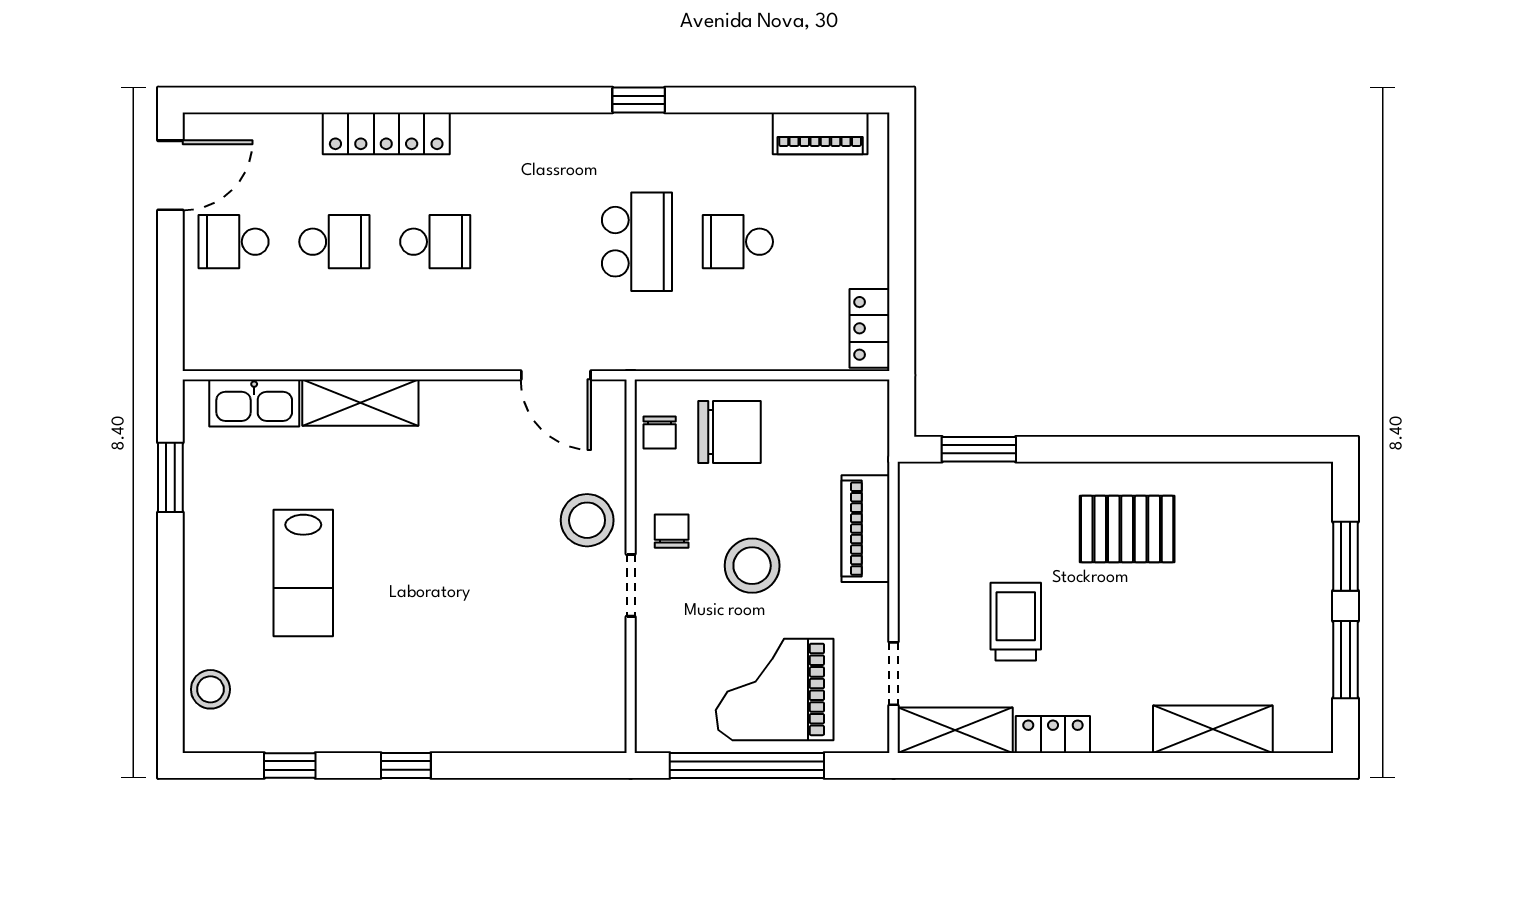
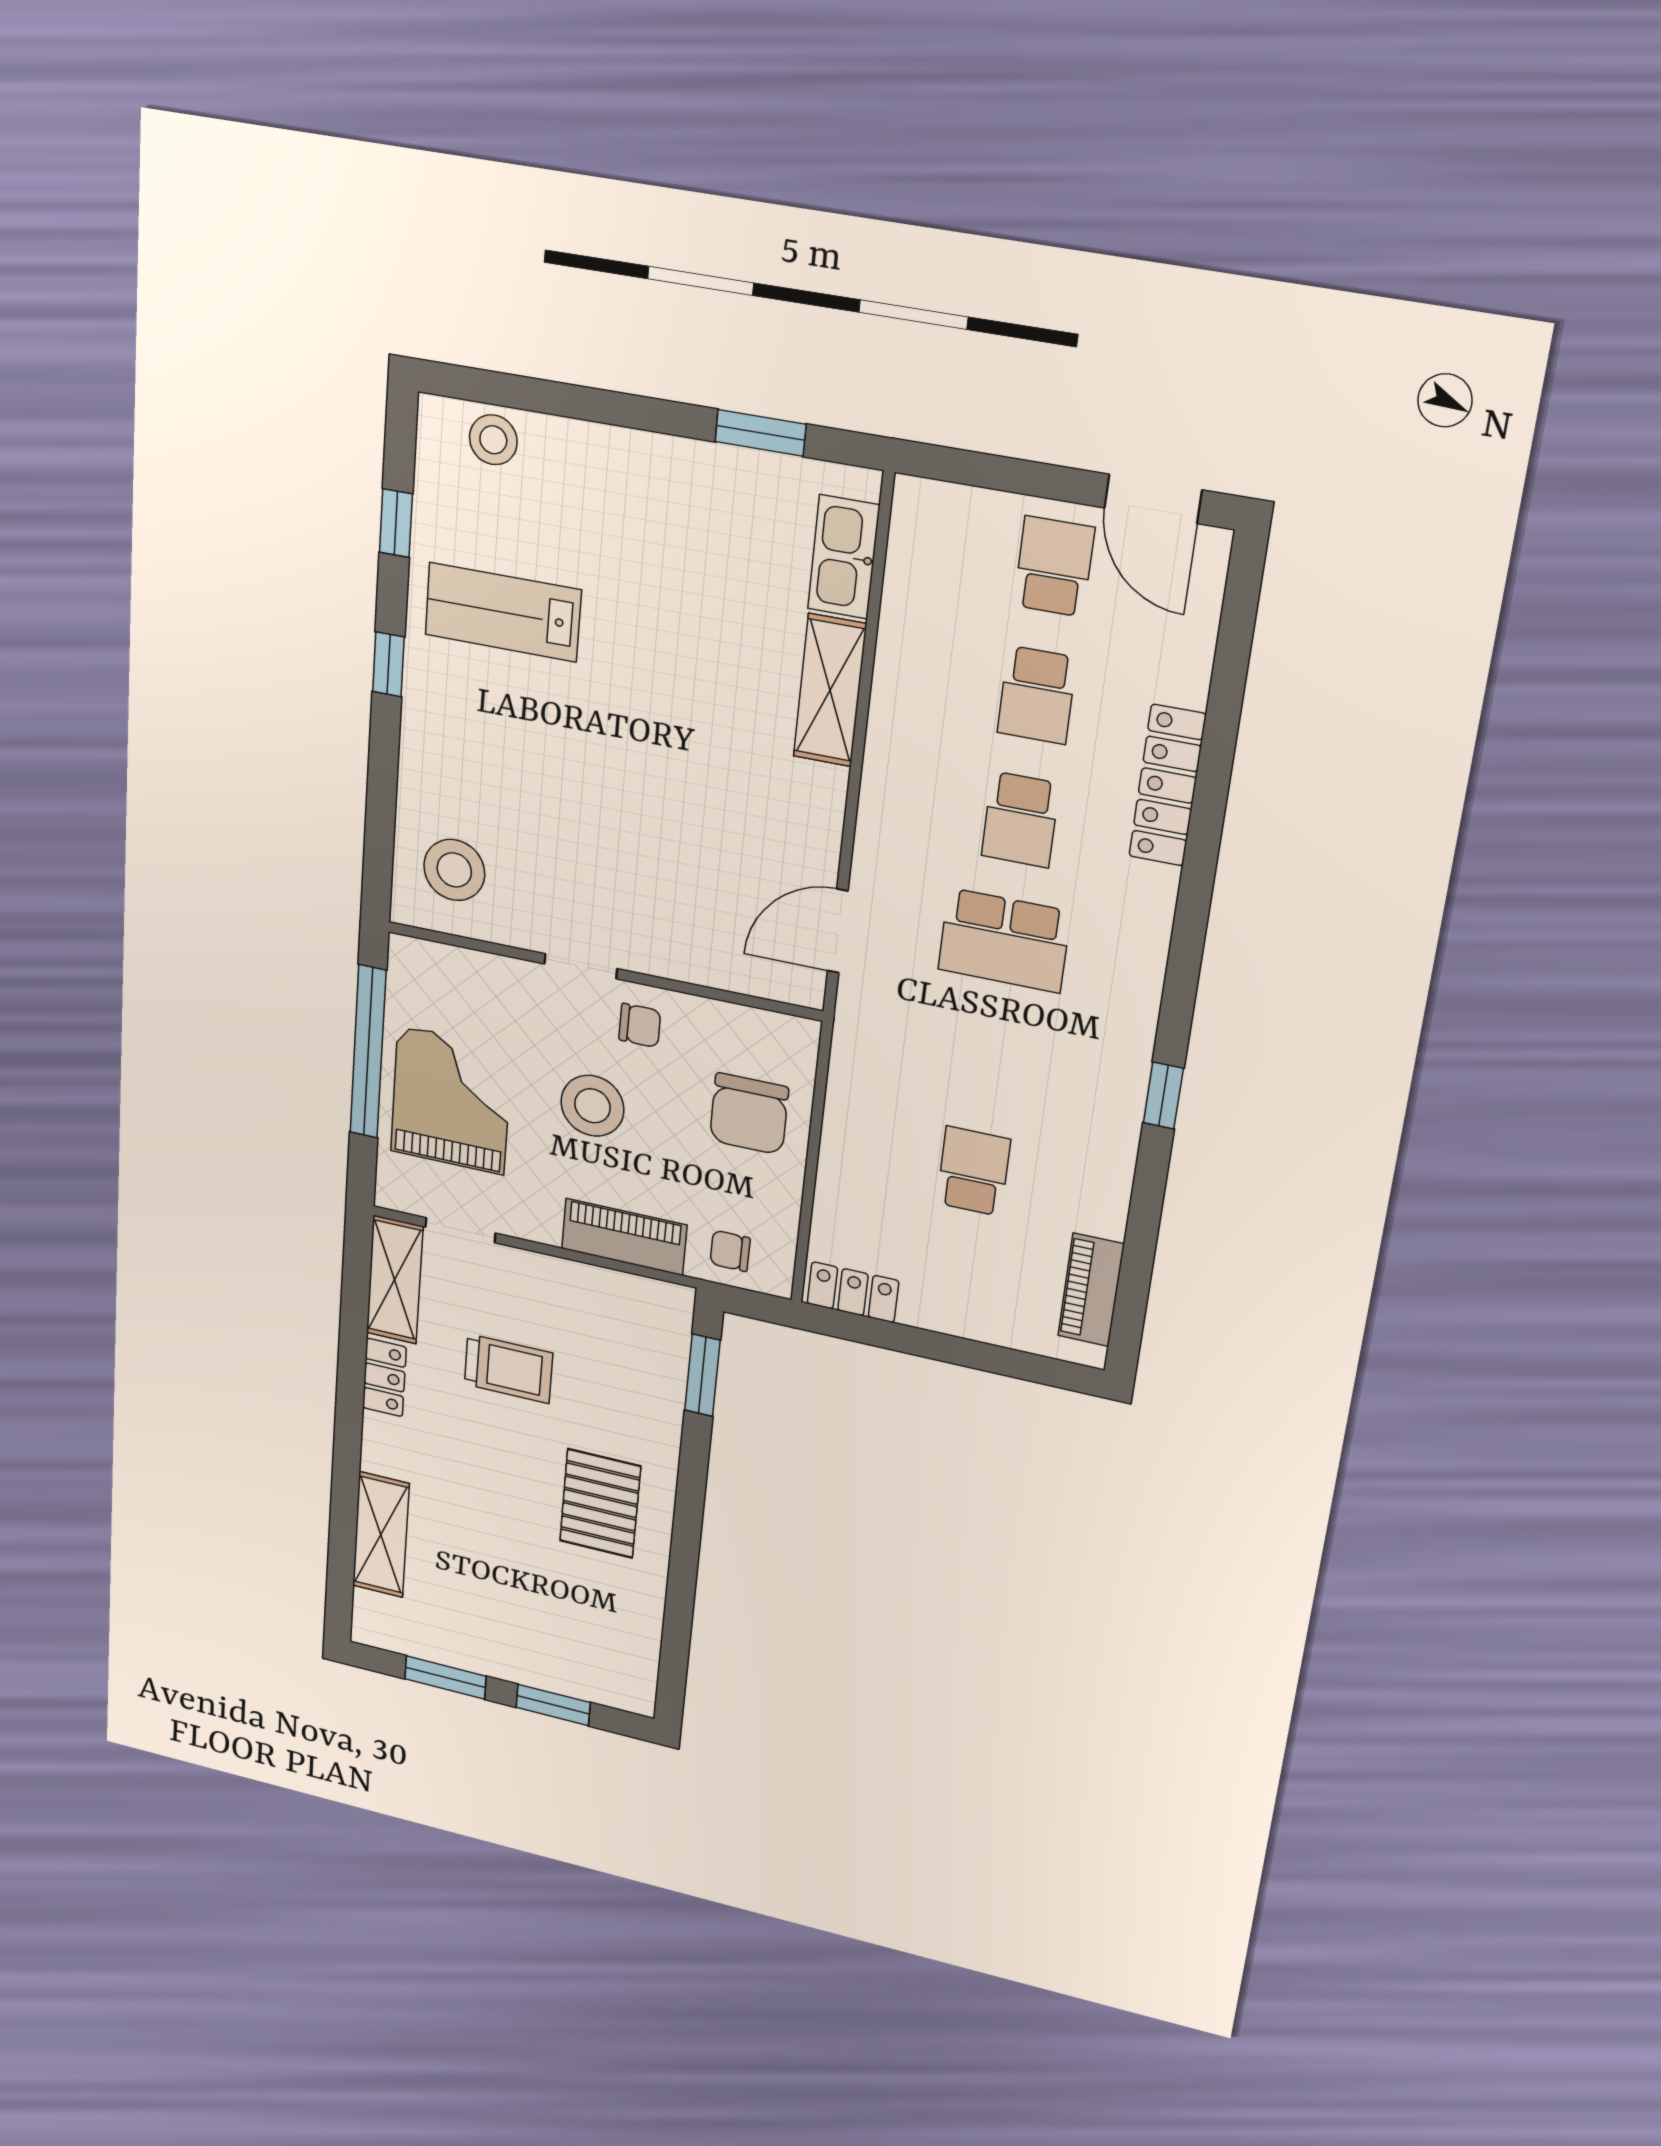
school desk: (637, 242) -> (1004, 940), moved
chair: (660, 433) -> (730, 1251), moved
stool: (587, 520) -> (454, 870), moved
lab bench: (303, 573) -> (503, 612), moved

